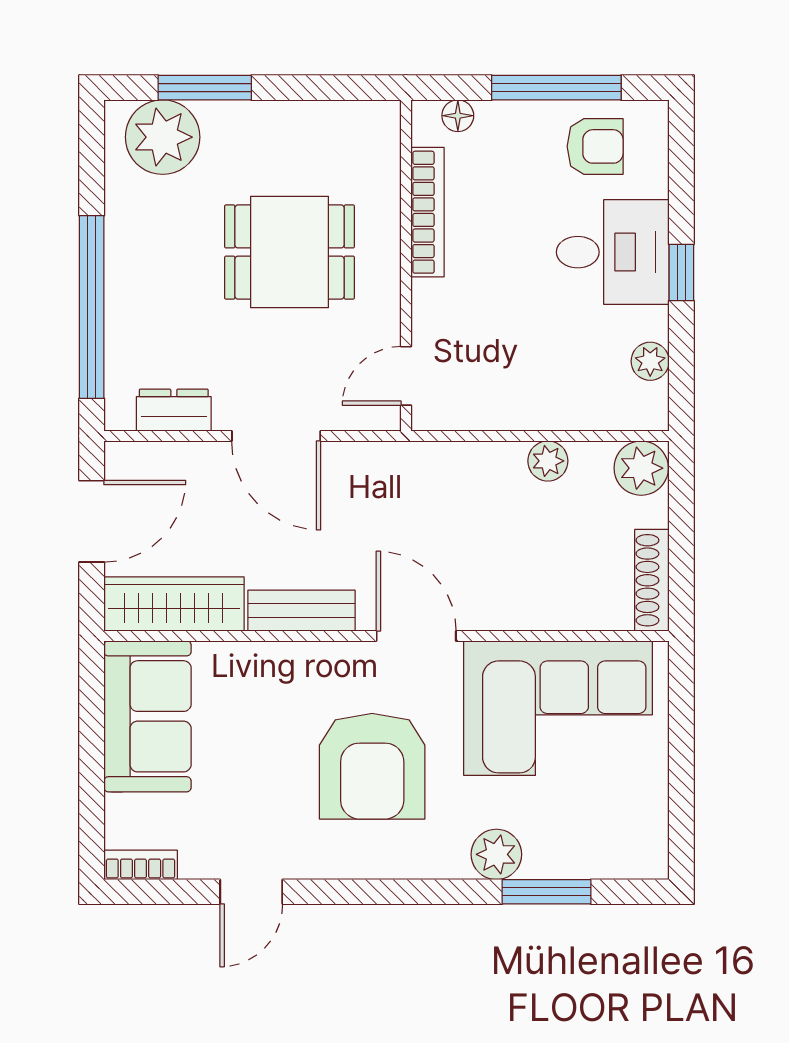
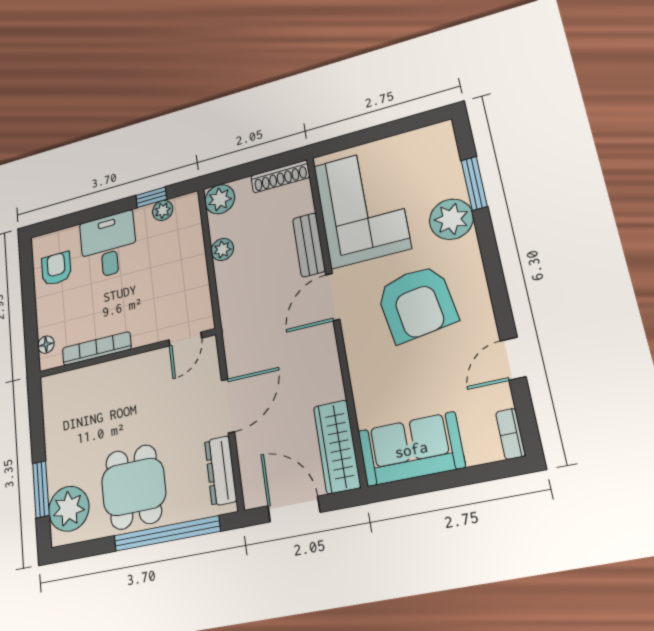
window: (556, 88) -> (29, 296), removed
dining table: (290, 252) -> (134, 487), moved
window: (681, 273) -> (151, 197), moved
door: (406, 376) -> (185, 339), hinge flipped
dresser: (174, 410) -> (221, 471), width x1.44
bench: (301, 611) -> (309, 245), moved
armchair: (372, 766) -> (417, 303), turned 81
plant: (496, 854) -> (451, 219), width x1.36, depth x1.36
door: (251, 892) -> (513, 359), swing flipped

